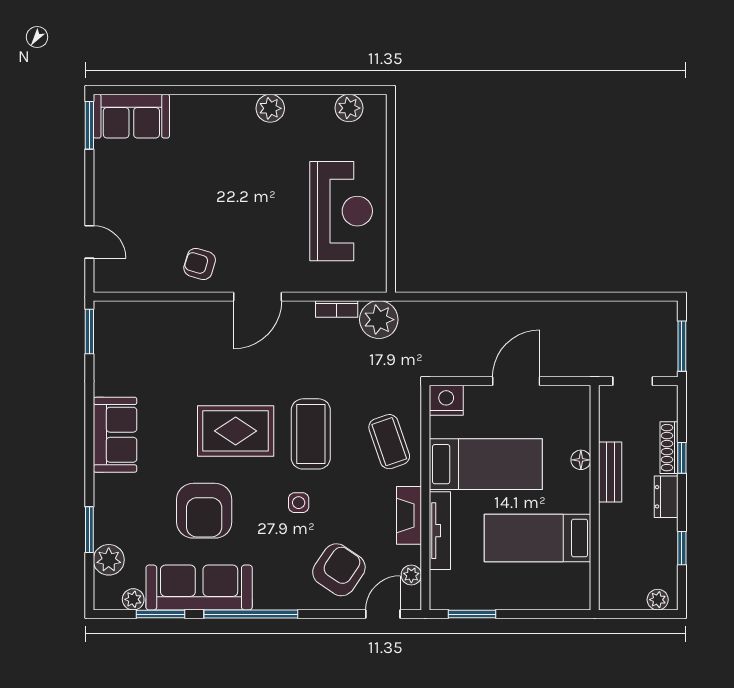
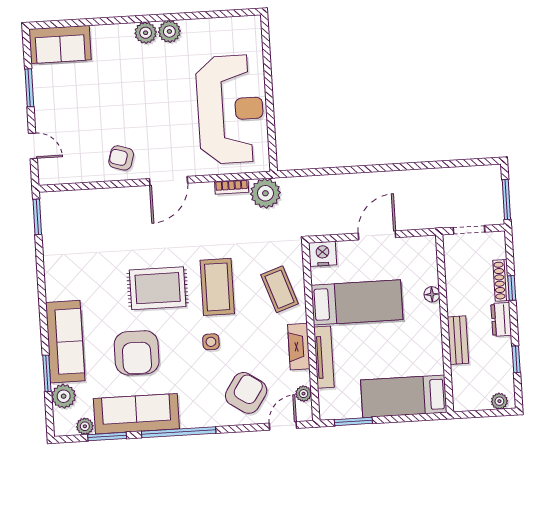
plant: (349, 108) -> (146, 33), moved
window: (89, 125) -> (29, 88), moved
reception desk: (341, 211) -> (230, 109), width x1.36, depth x1.30
sofa: (115, 435) -> (65, 342), moved, width x1.36
bench: (610, 472) -> (458, 340), moved
bed: (538, 538) -> (404, 396), moved

